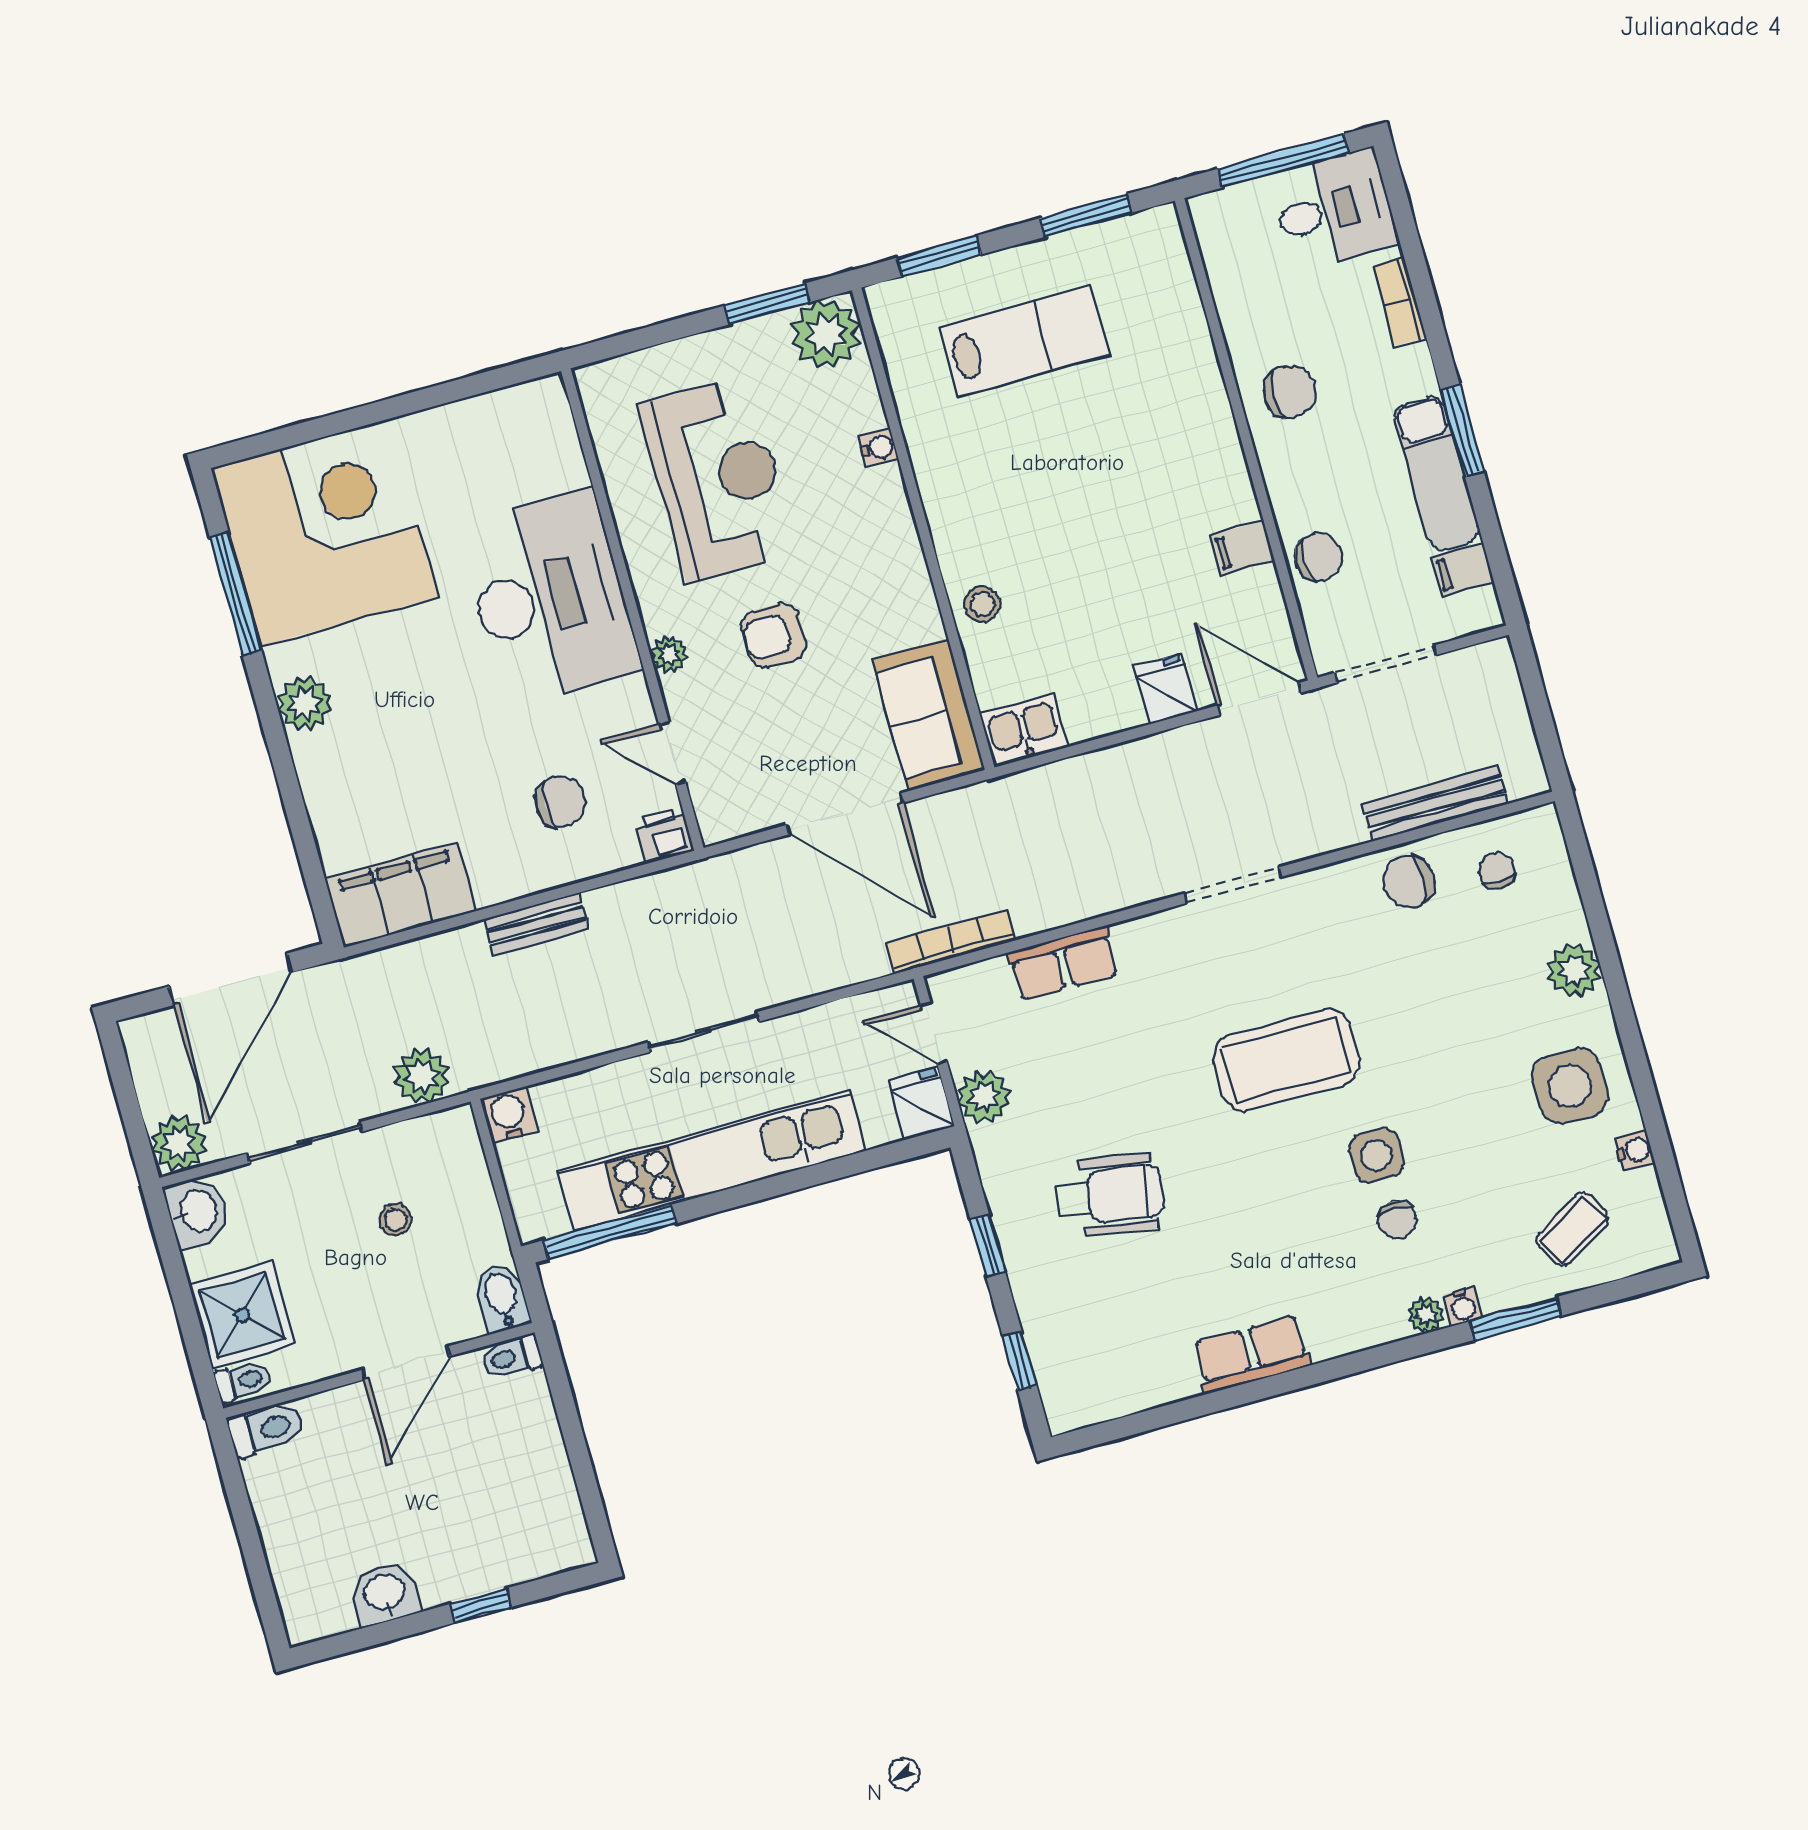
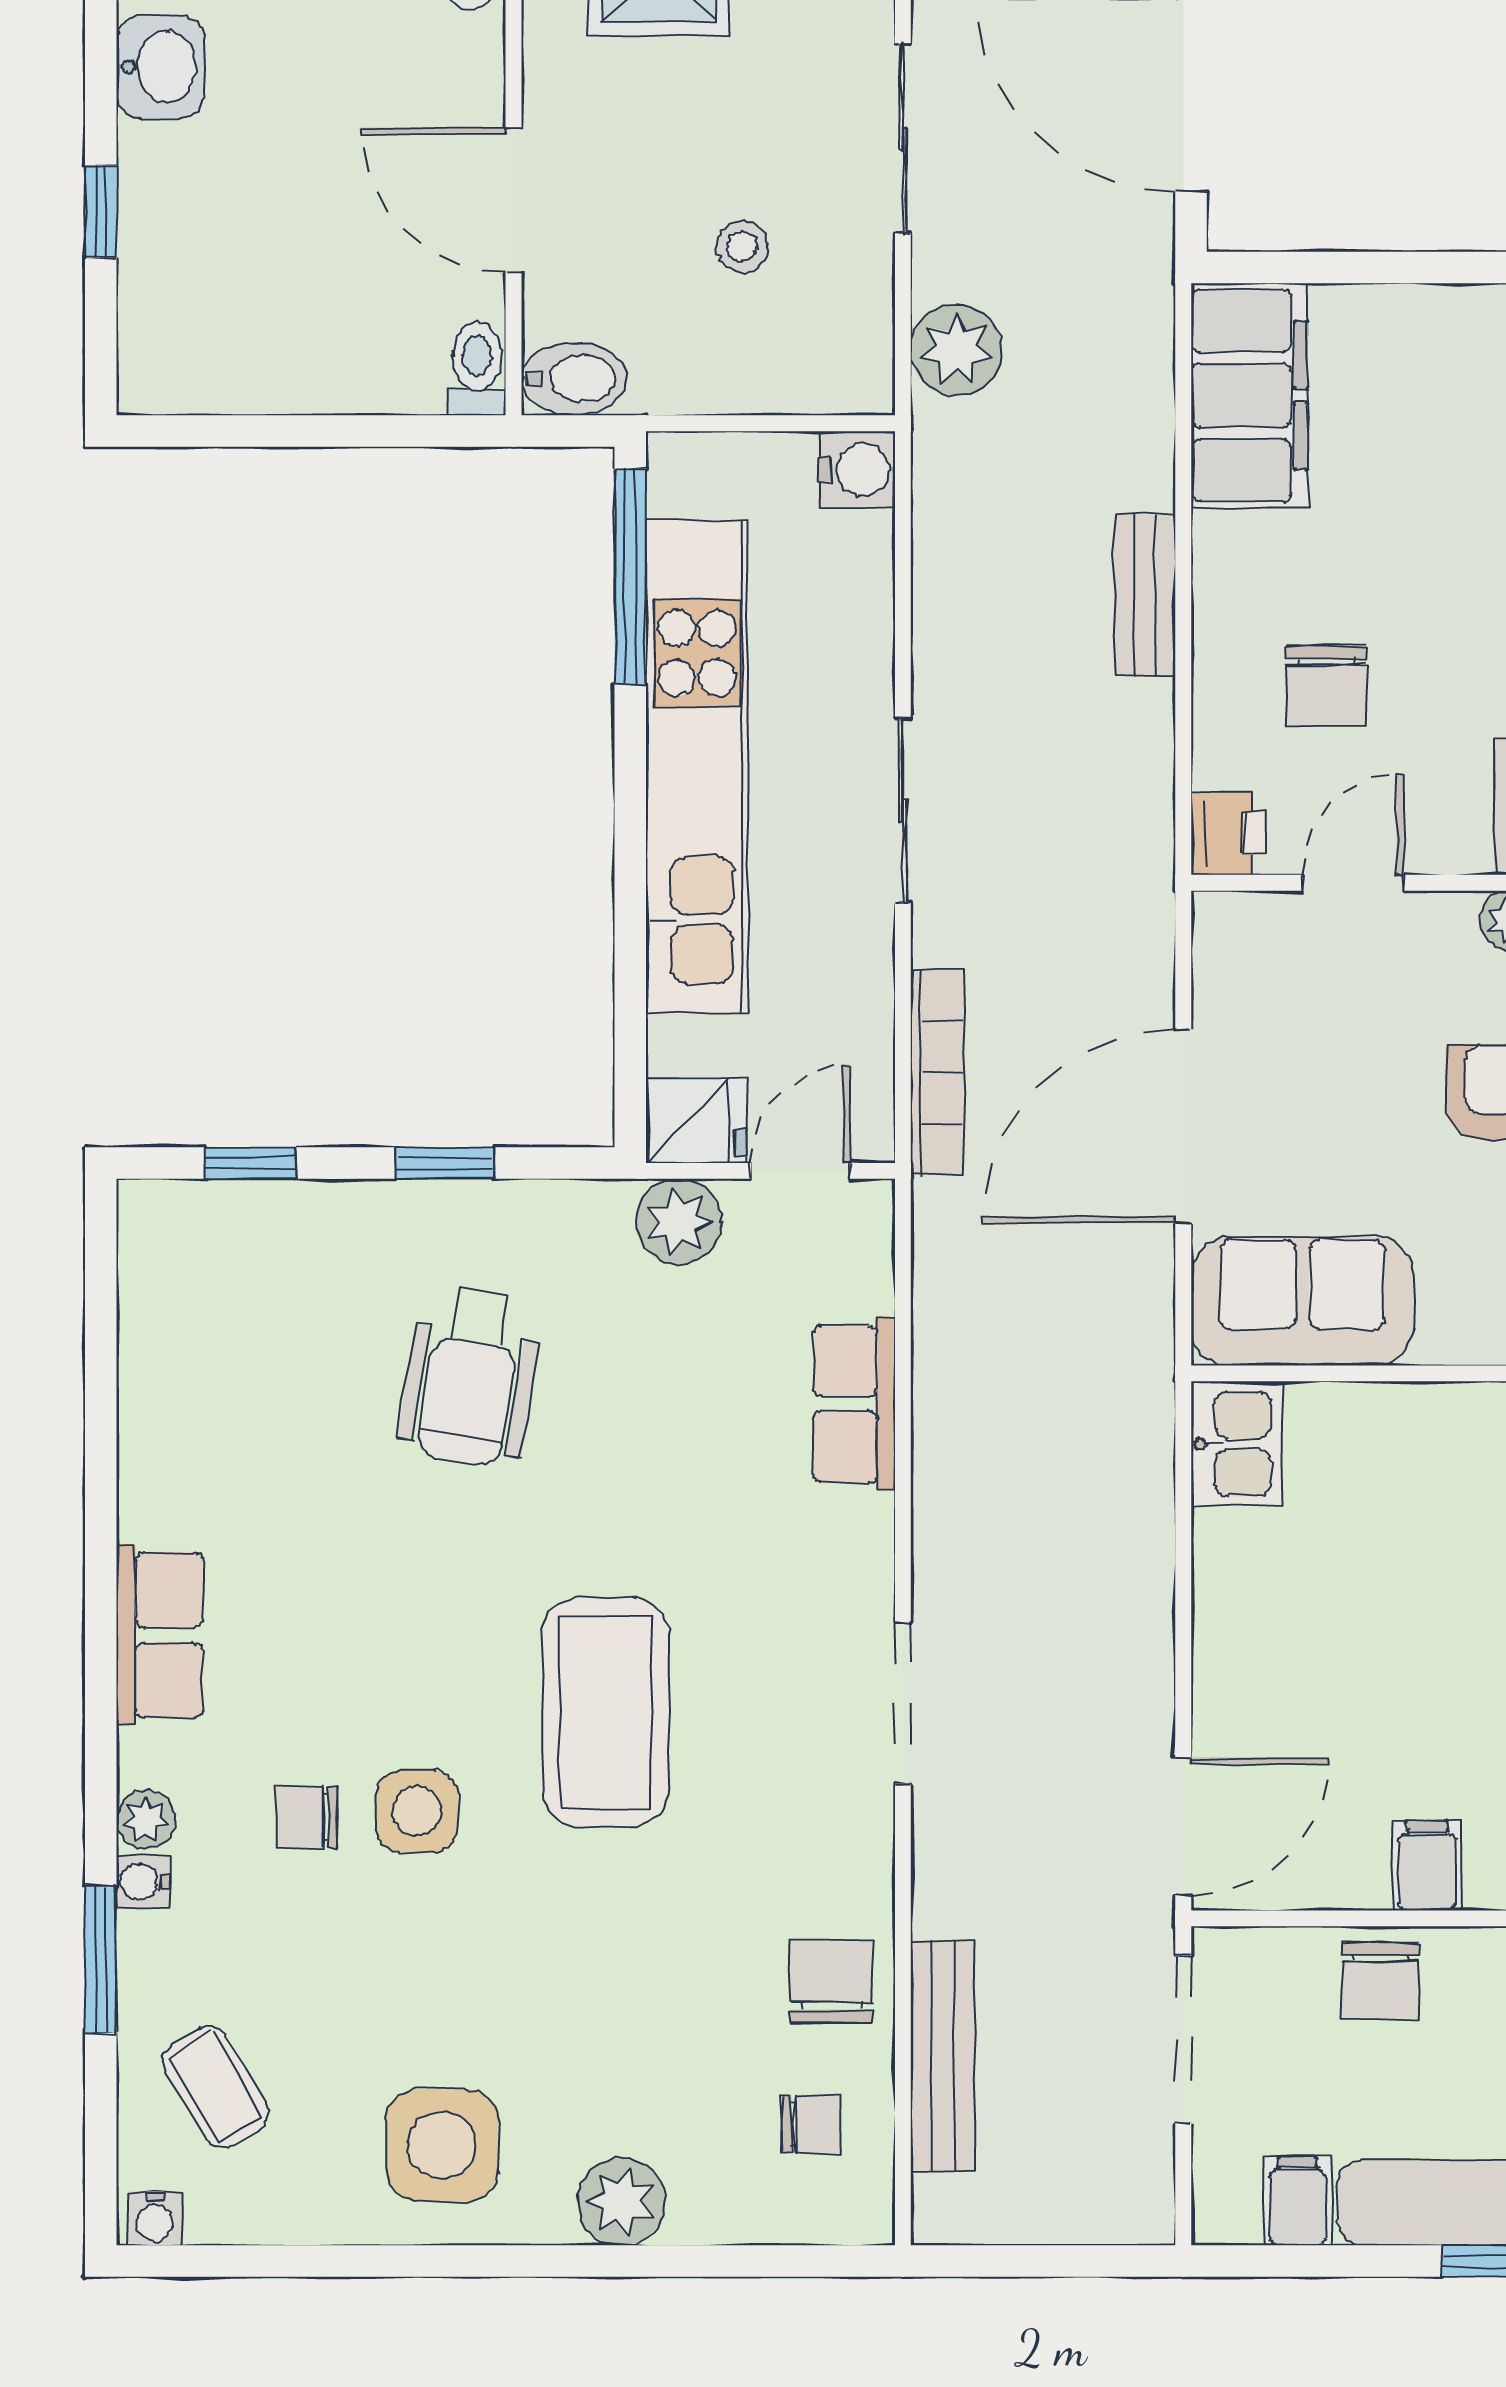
stool: (982, 604) -> (1452, 1433), removed
fridge: (1166, 689) -> (1240, 1684), removed
bookcase: (951, 942) -> (937, 1072), moved
water cooler: (1635, 1150) -> (155, 2219), moved
row of seats: (1251, 1354) -> (160, 1635), moved

